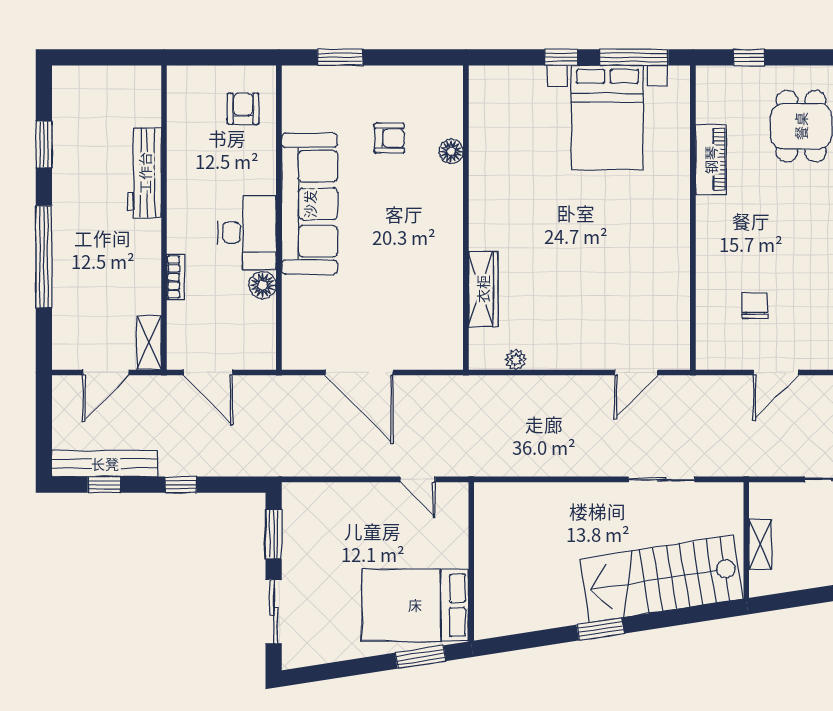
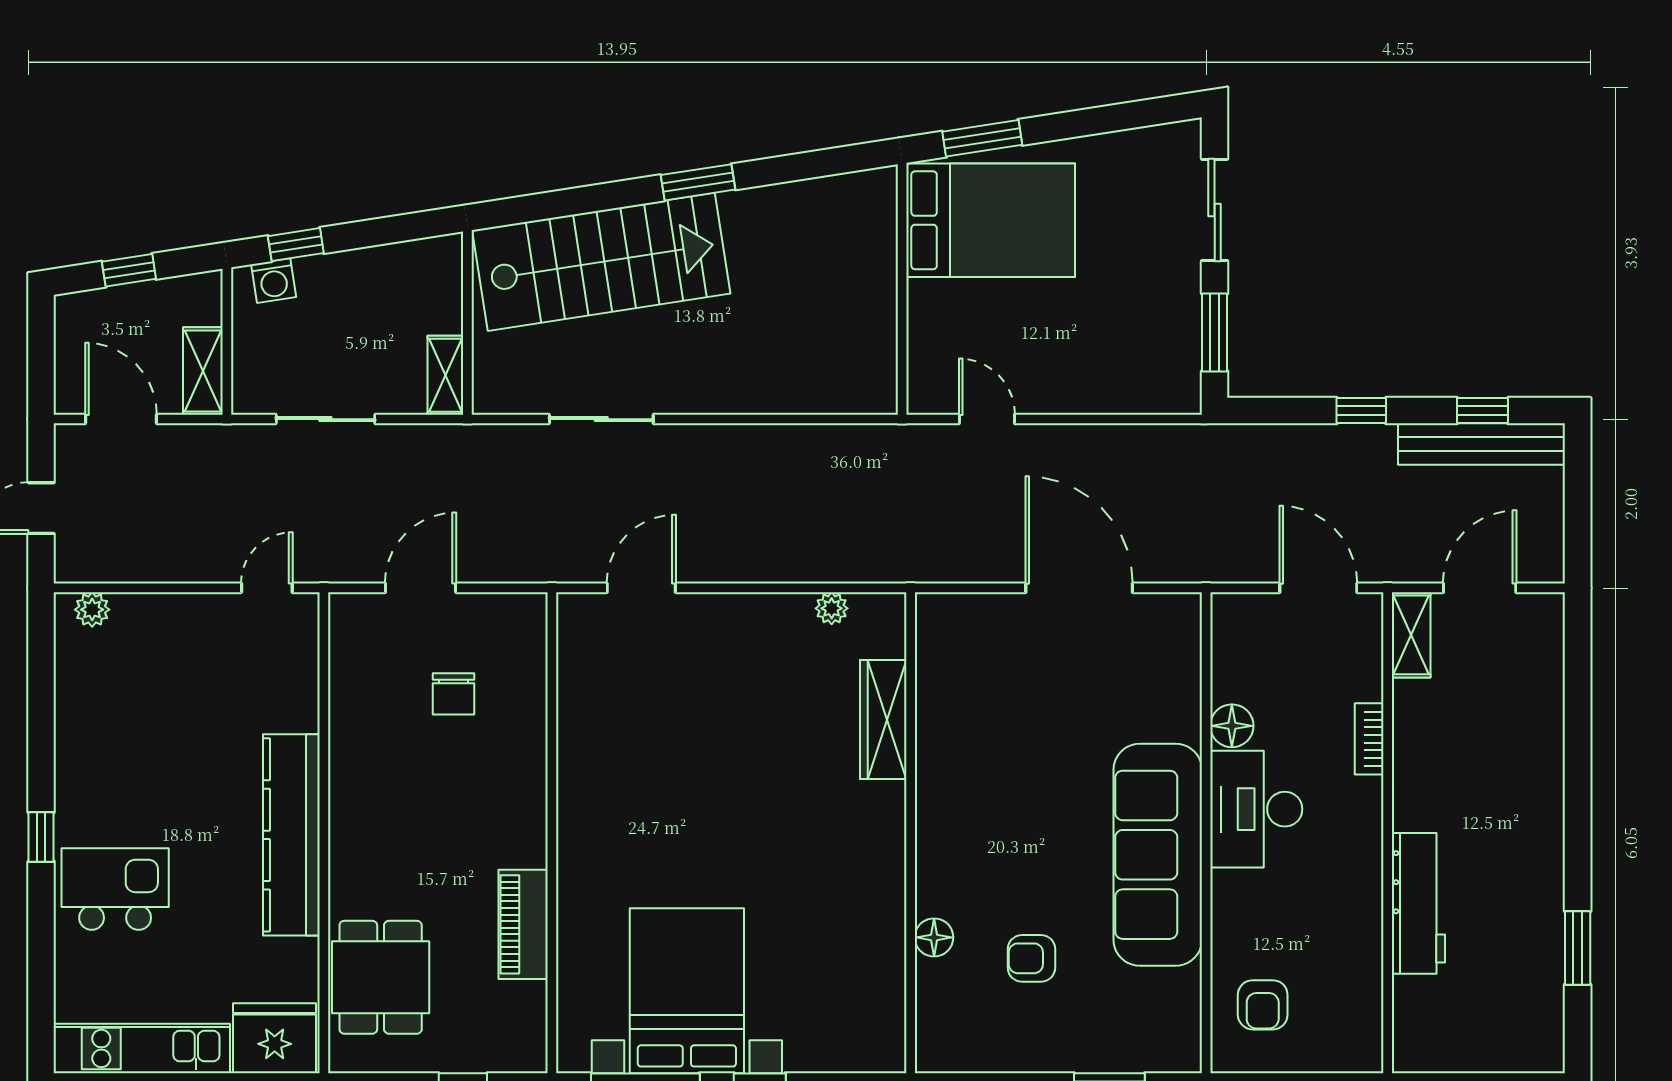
window: (44, 257) -> (1578, 771), removed
shelving: (760, 544) -> (445, 375), moved

